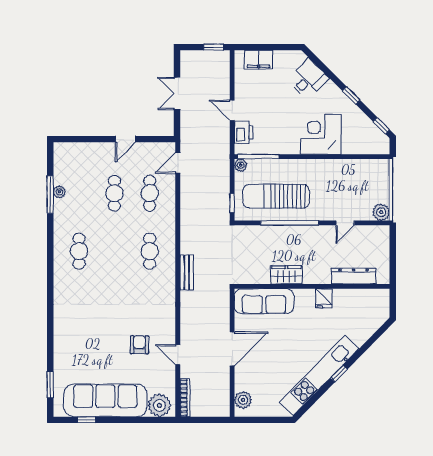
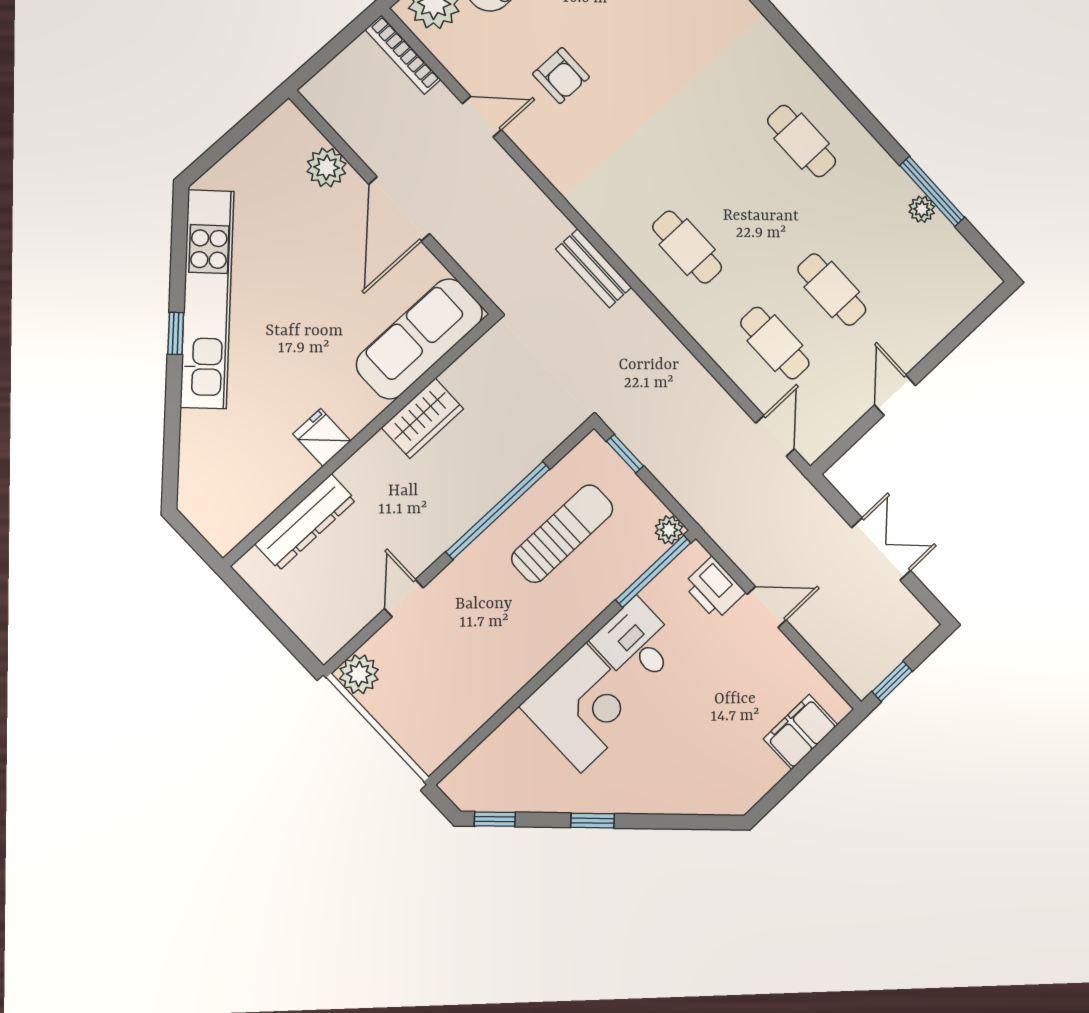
desk: (308, 79) -> (636, 643), moved, turned 135
sun lounger: (276, 196) -> (562, 534), width x0.73, depth x0.75
plant: (243, 400) -> (327, 167), moved

